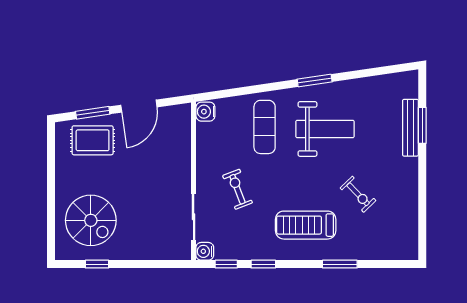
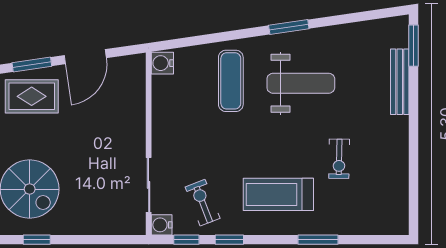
window: (422, 125) -> (414, 46), moved
exercise bike: (237, 189) -> (203, 203), moved
exercise bike: (358, 194) -> (339, 159), turned 45

